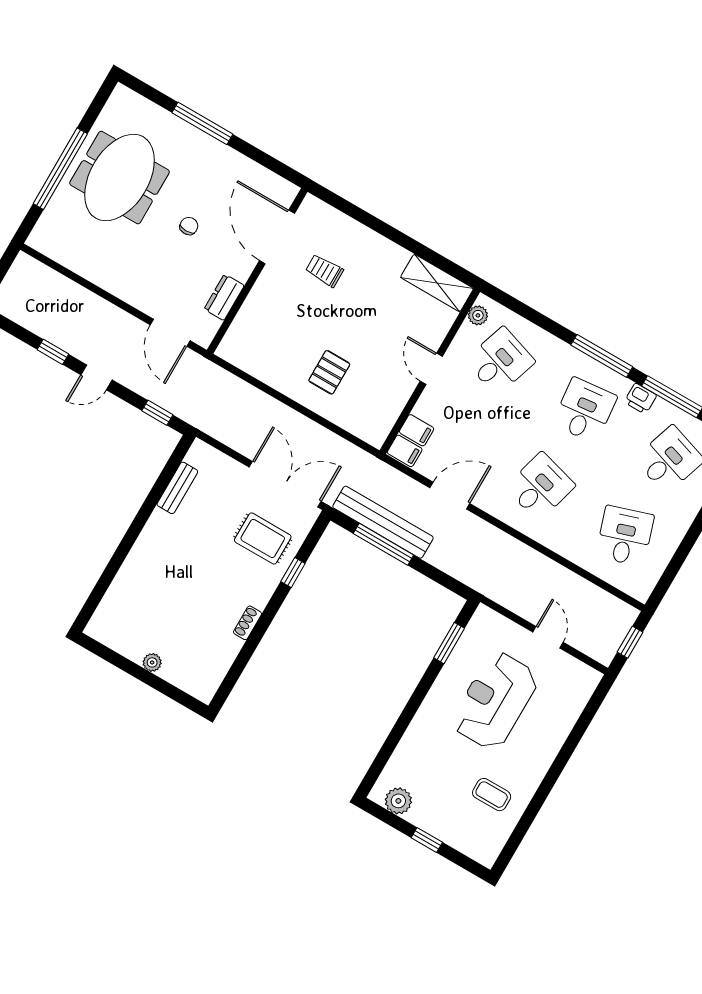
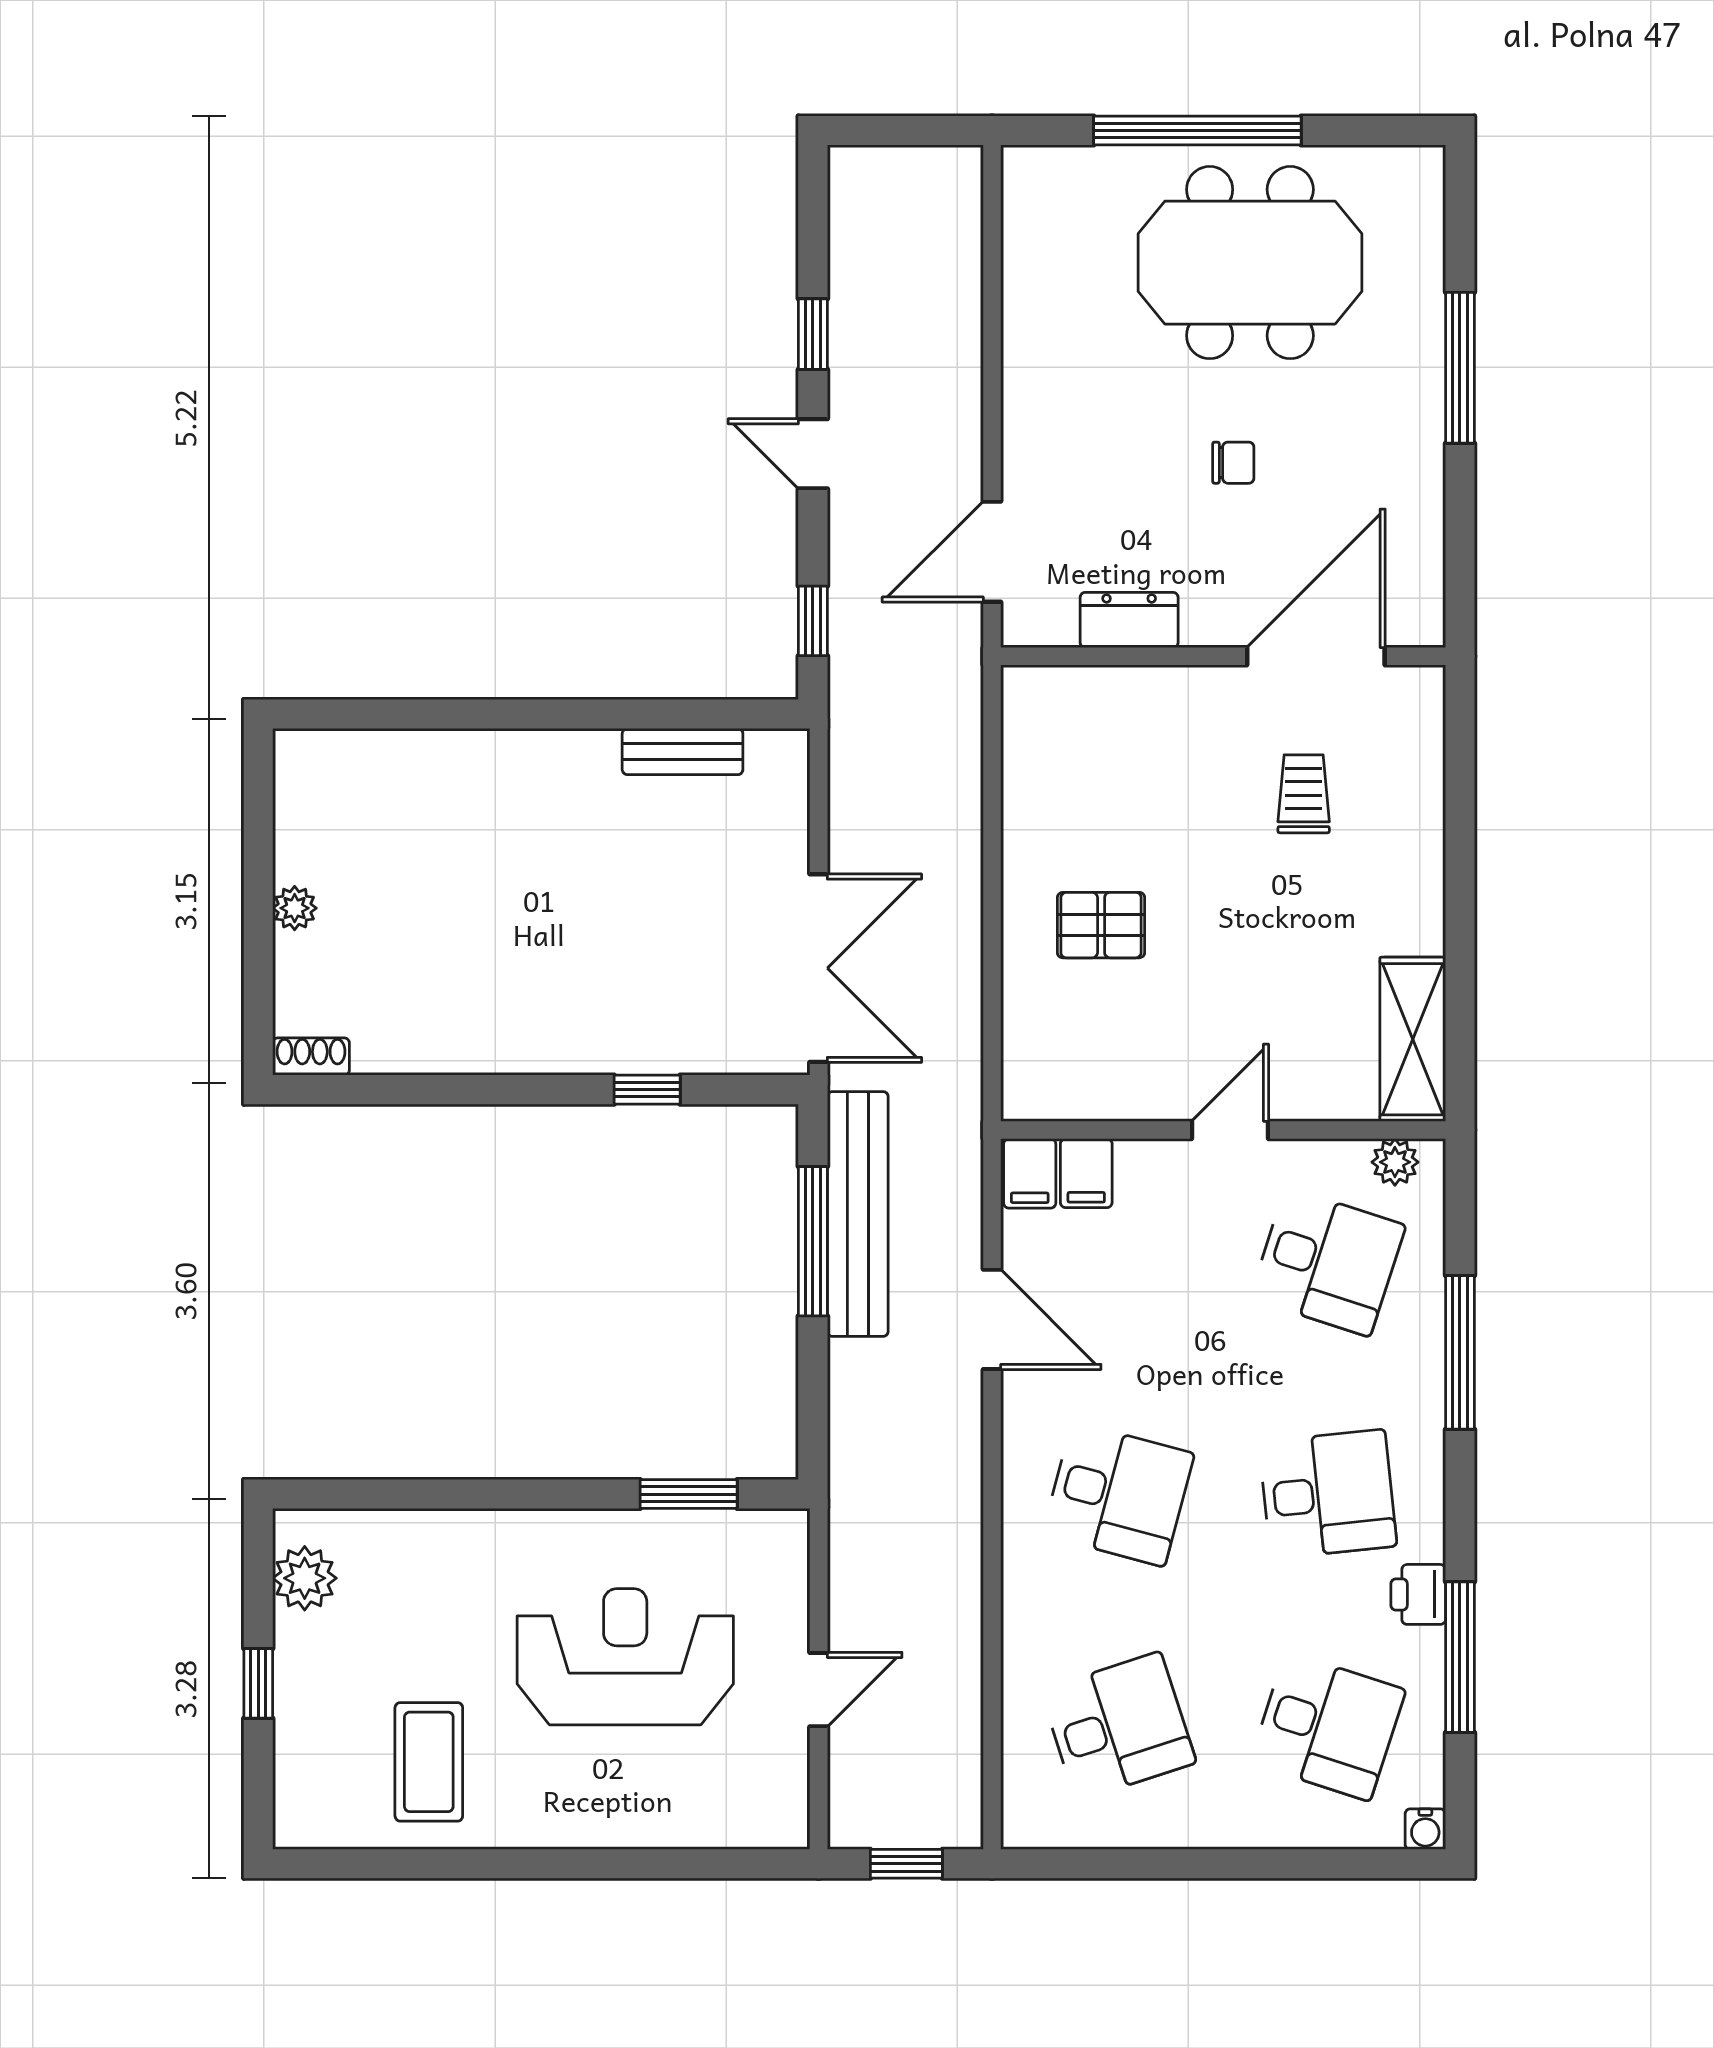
window: (602, 356) -> (1460, 1352), moved
rug: (263, 538) -> (681, 987), removed
shoe rack: (248, 623) -> (311, 1057), moved
coffee table: (492, 795) -> (429, 1762), width x1.36, depth x1.30

